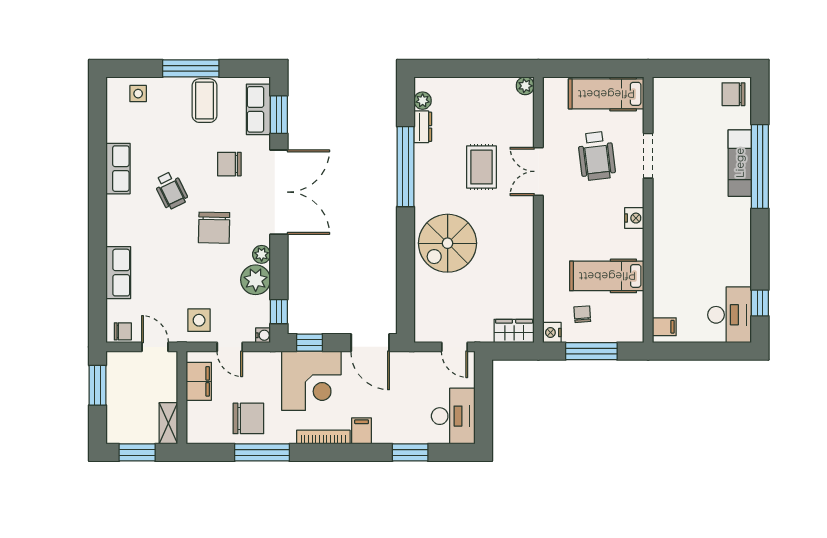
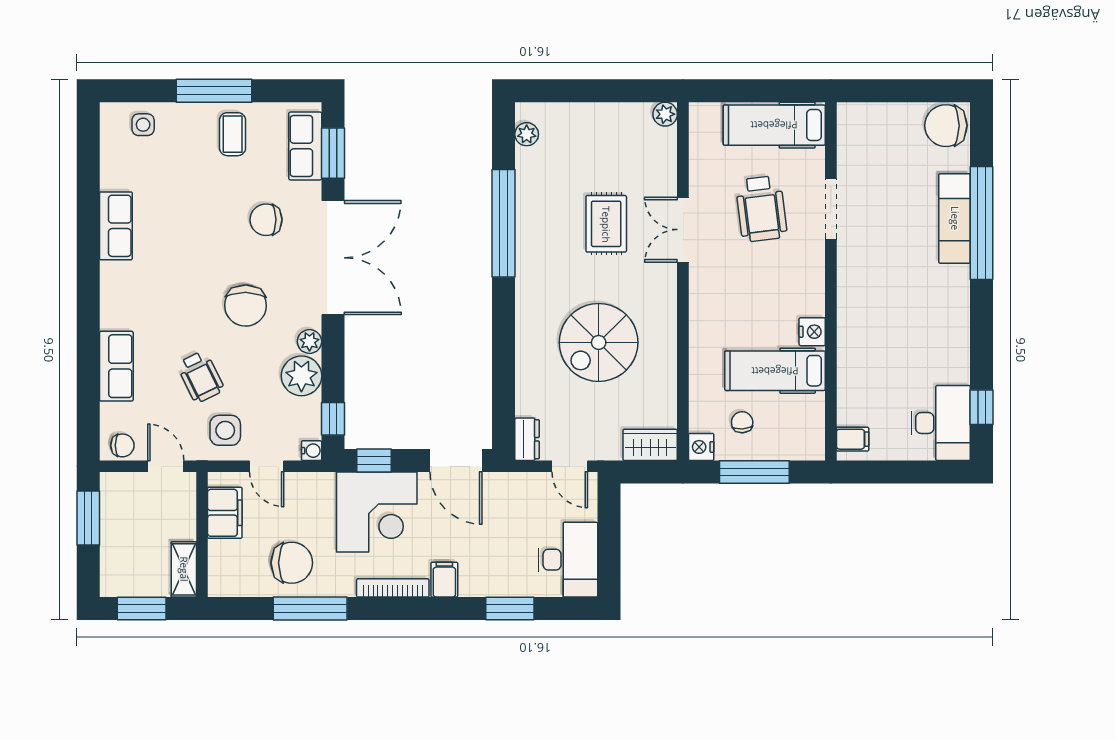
chair: (733, 94) -> (946, 126), width x1.37, depth x1.37
coffee table: (204, 101) -> (233, 134), width x0.73, depth x0.77
dresser: (423, 127) -> (527, 439), moved
wheelchair: (171, 190) -> (200, 377), moved
nightstand: (634, 218) -> (812, 332), moved
spiral stairs: (448, 243) -> (599, 342), moved

